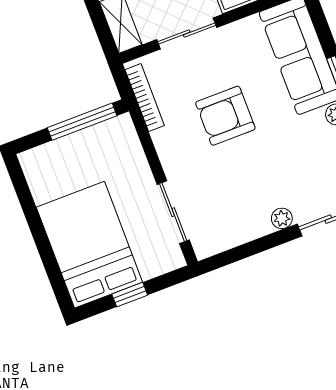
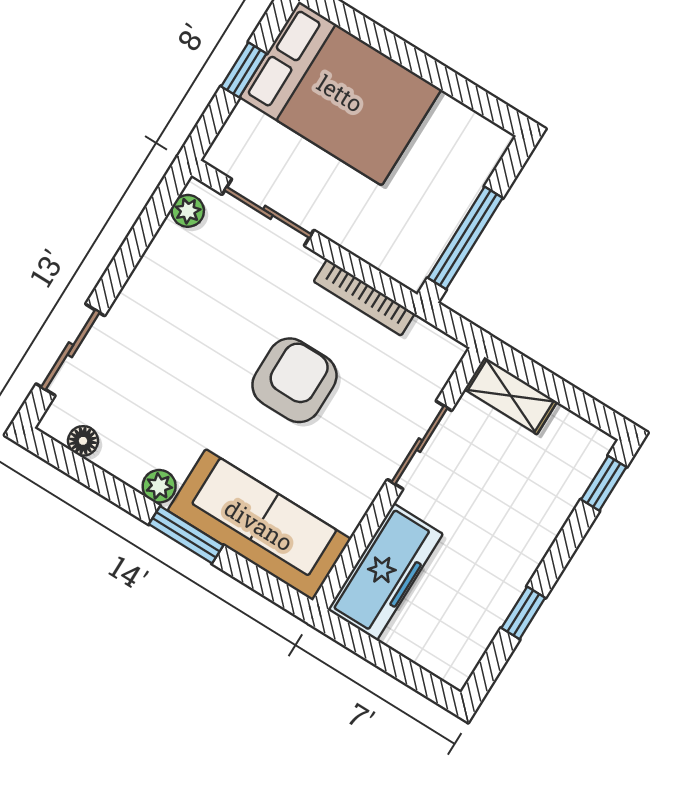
bookcase: (145, 98) -> (364, 298), moved
plant: (282, 218) -> (188, 211), moved

